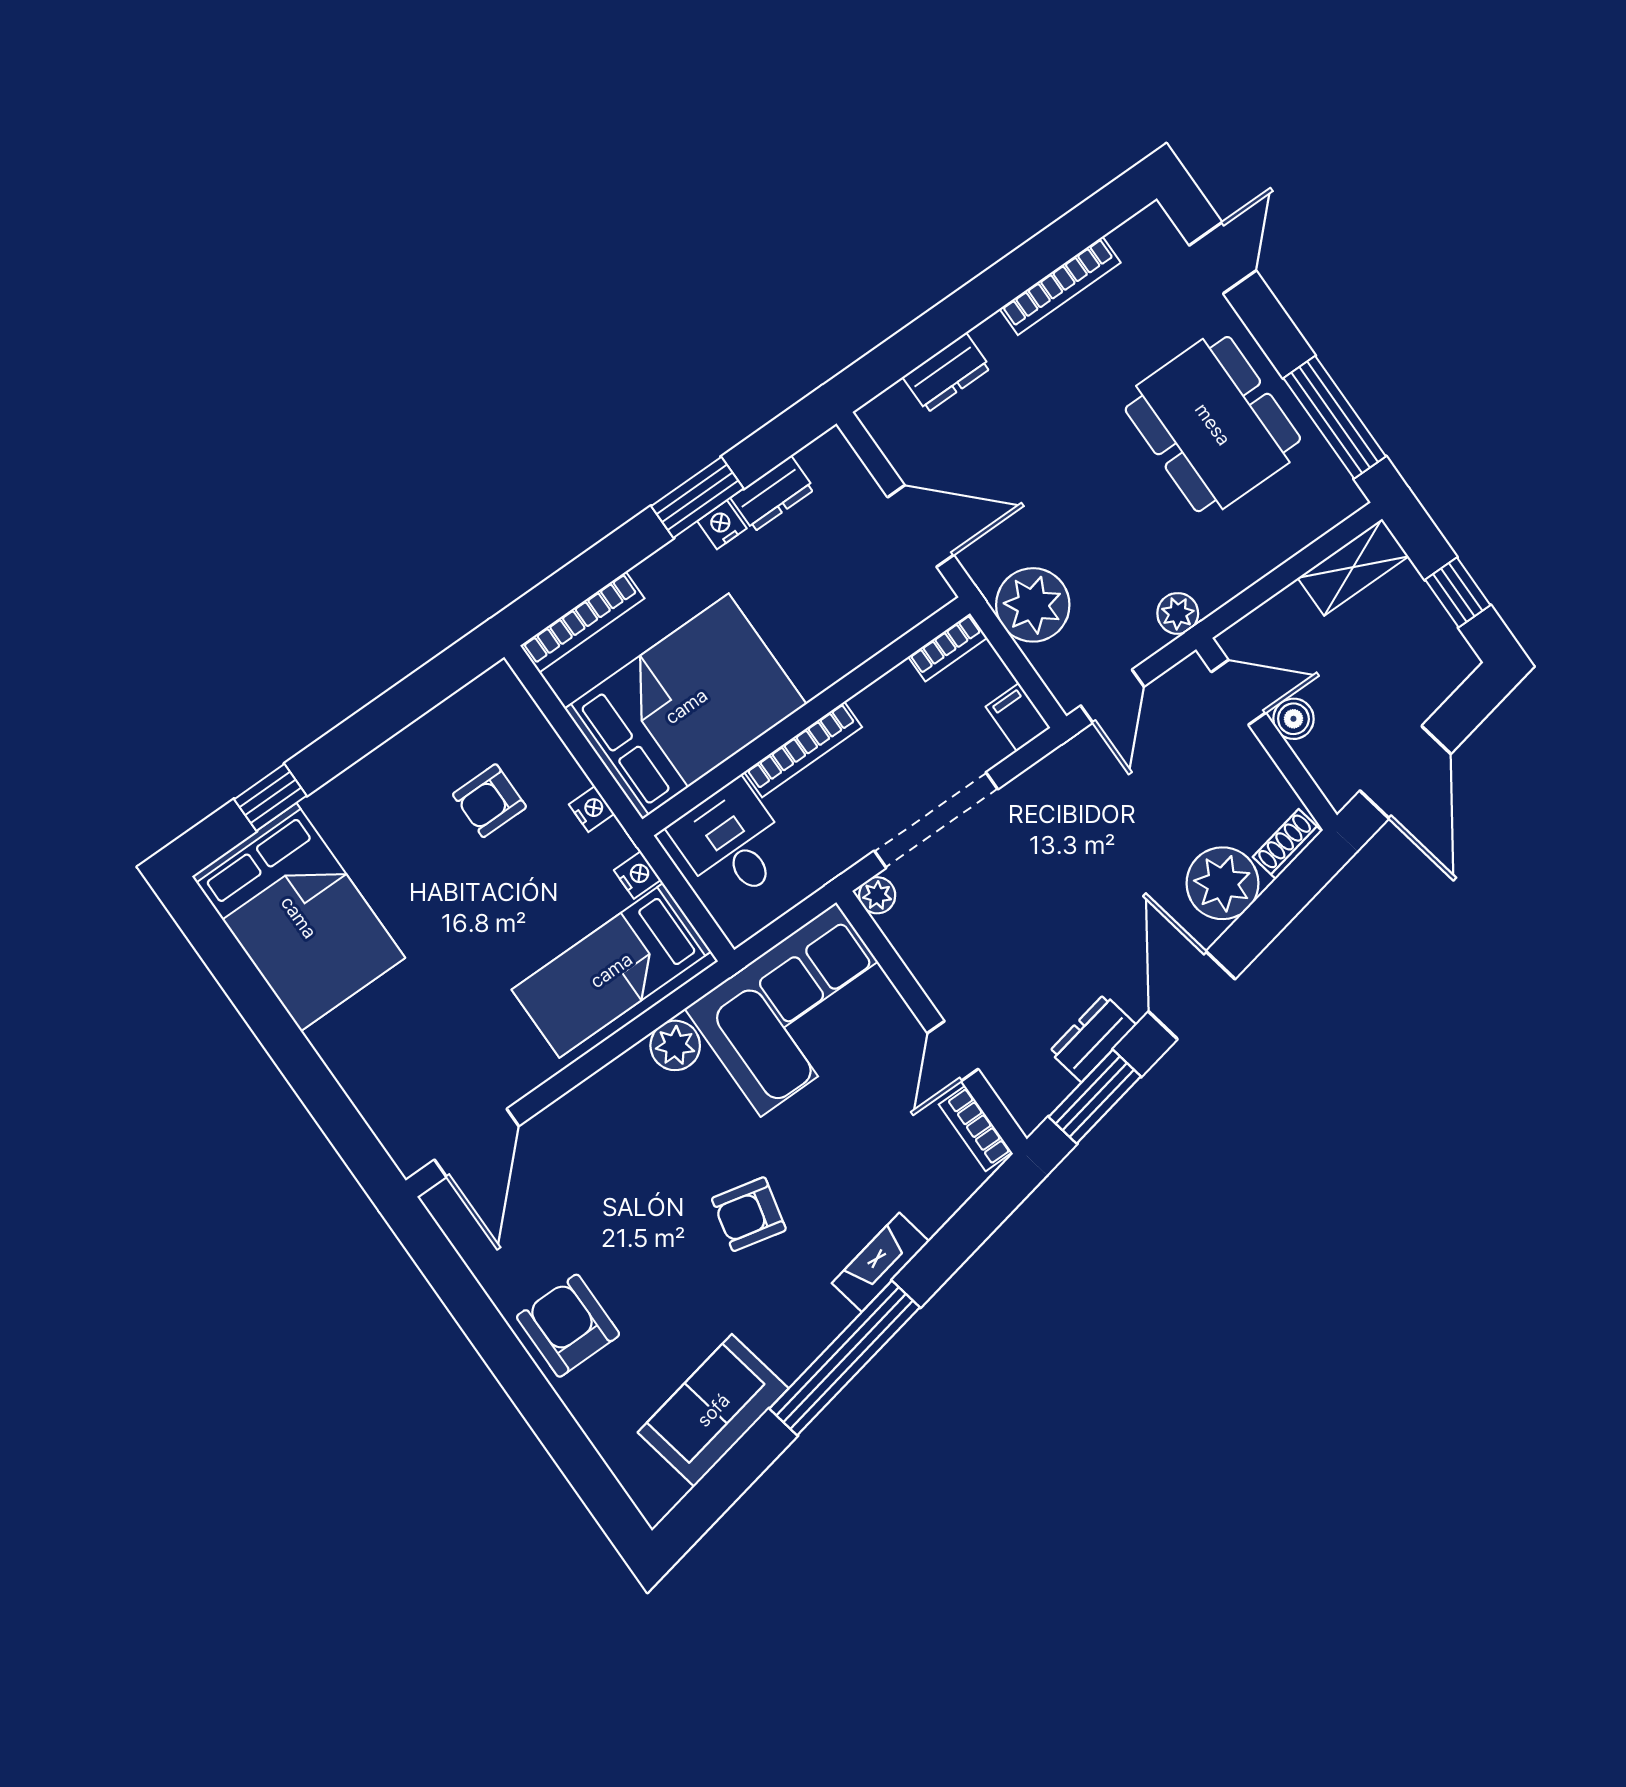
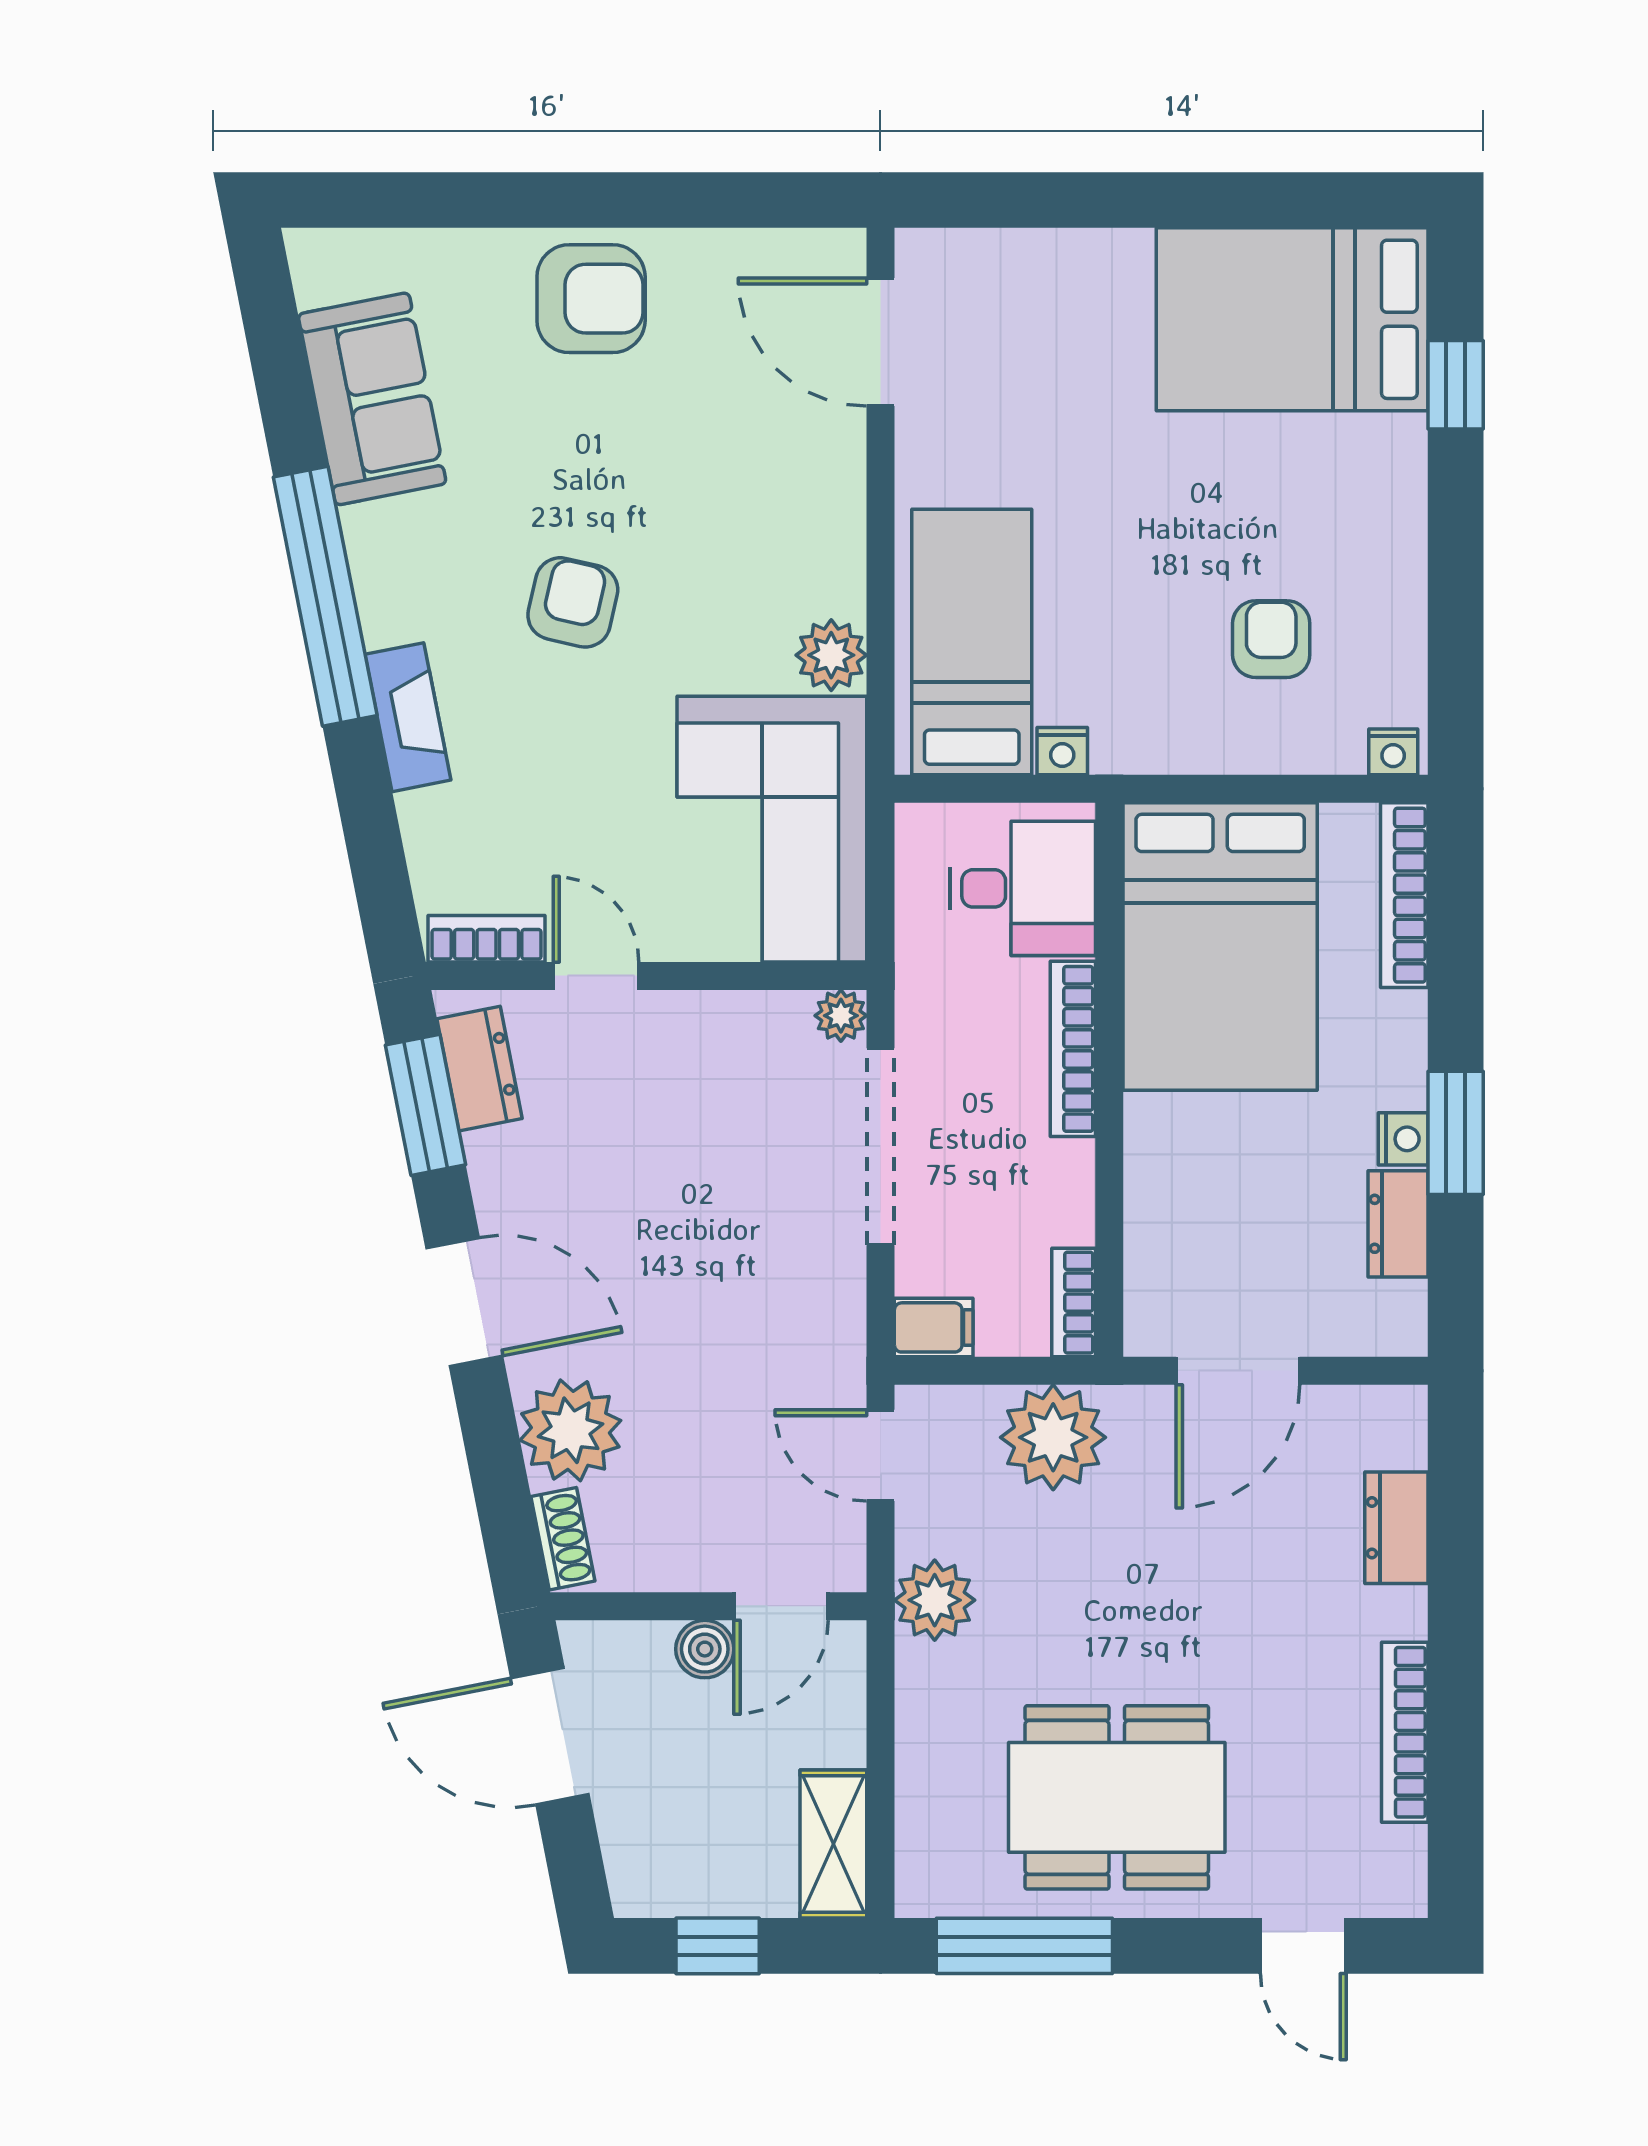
plant: (1178, 613) -> (935, 1600), width x1.38, depth x1.38
nightstand: (592, 809) -> (1393, 752), moved
dresser: (1093, 1038) -> (479, 1069), moved

